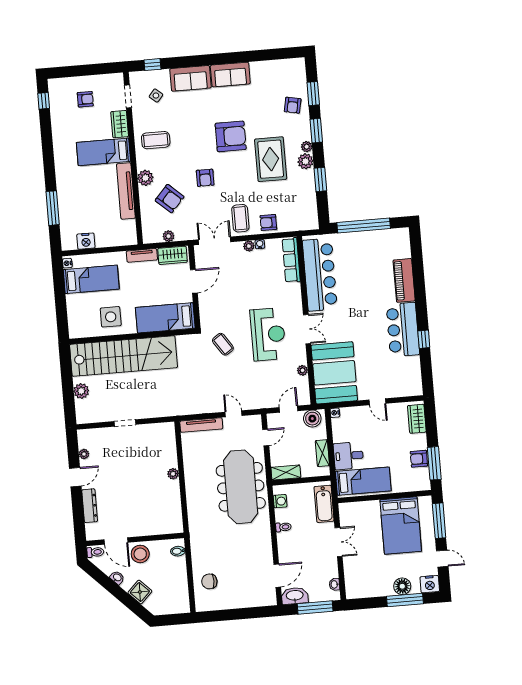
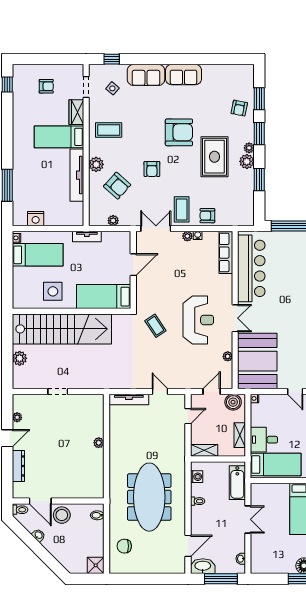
wardrobe: (173, 255) -> (115, 239), removed
meeting table: (241, 487) -> (149, 497), moved
shower: (140, 592) -> (96, 565), moved, turned 45

